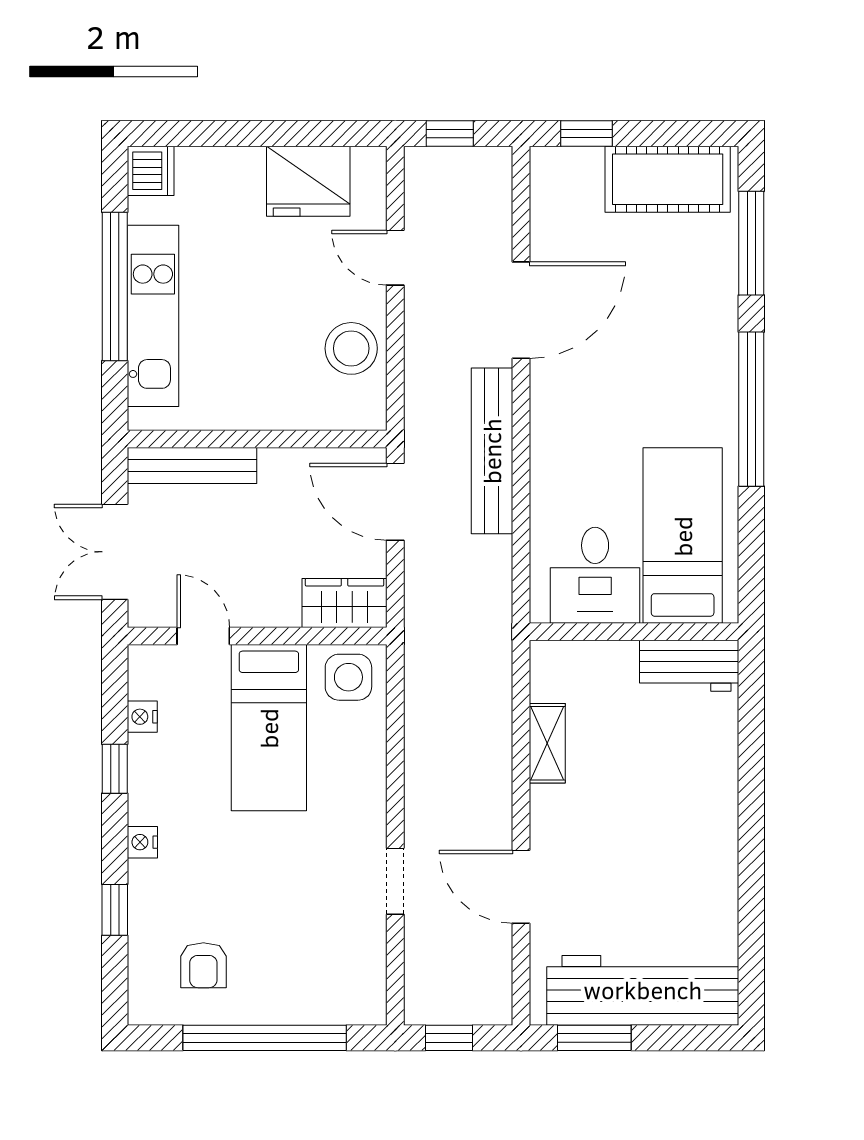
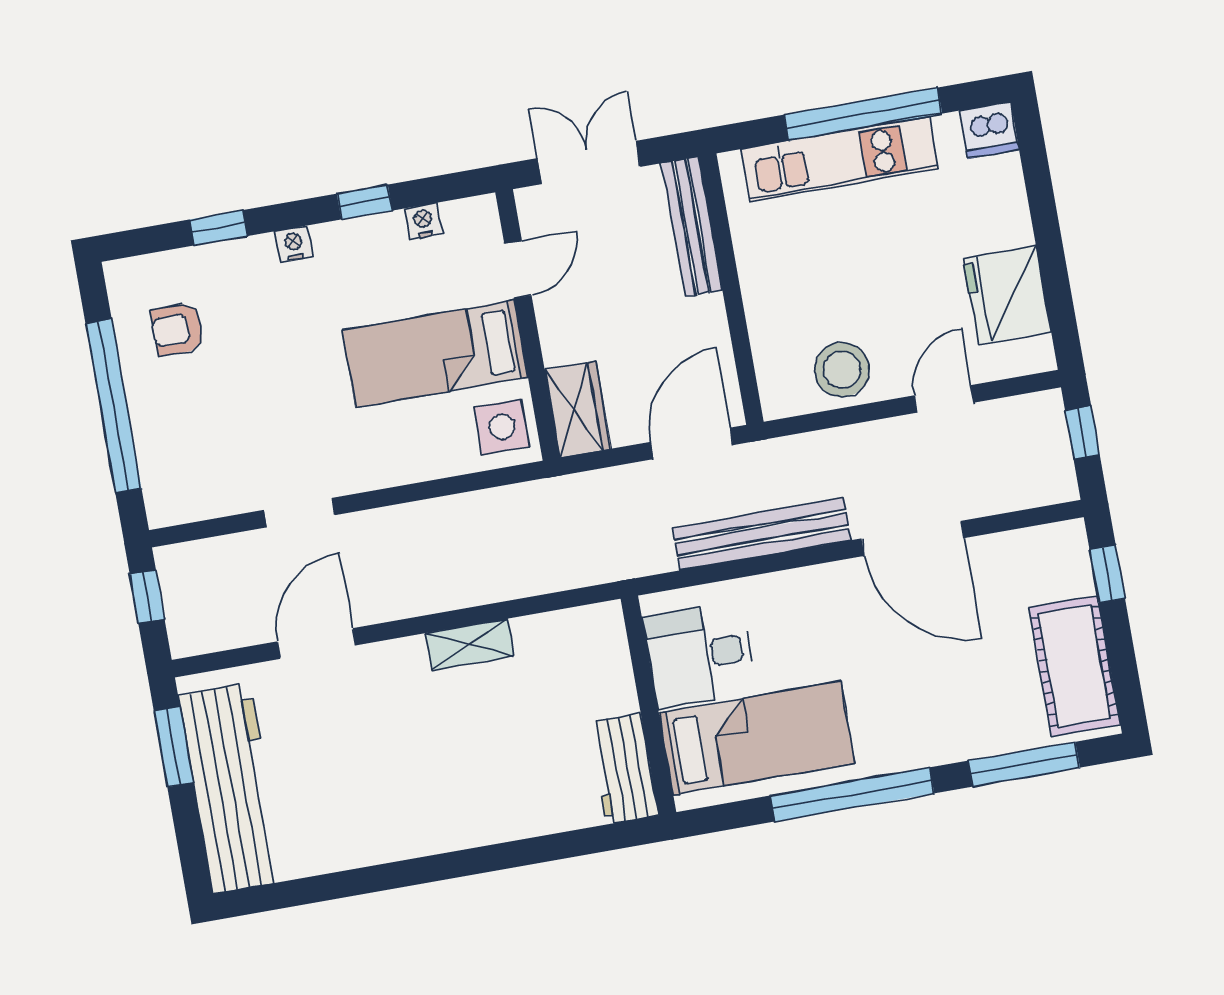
bed: (683, 536) -> (757, 738), moved
desk: (595, 575) -> (700, 655), moved
wall: (634, 632) -> (648, 705), moved
workbench: (689, 666) -> (623, 769), moved

